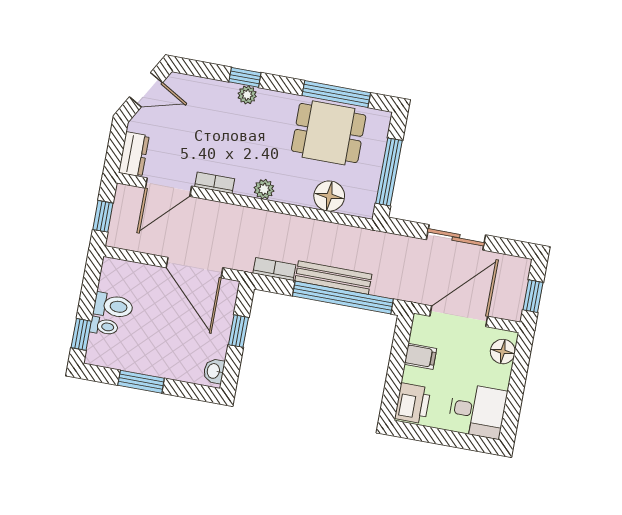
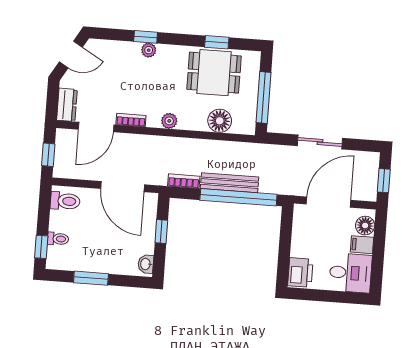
window: (336, 94) -> (217, 42), width x0.46
toilet: (113, 306) -> (65, 201), moved
filing cabinet: (420, 356) -> (362, 245), moved, turned 180

